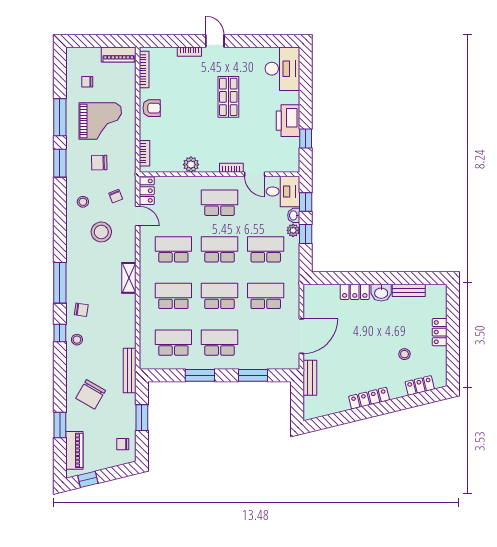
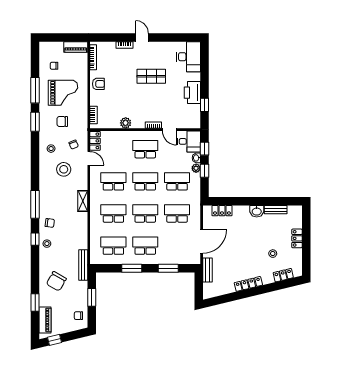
shop shelf: (228, 97) -> (151, 76), turned 90
locker: (355, 292) -> (222, 211), moved

